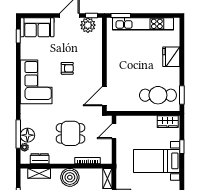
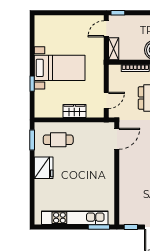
plant: (88, 25) -> (135, 216), removed
fridge: (171, 57) -> (44, 168), moved
cafe table: (158, 95) -> (58, 140), width x0.73, depth x0.74
wardrobe: (168, 122) -> (74, 111), moved

